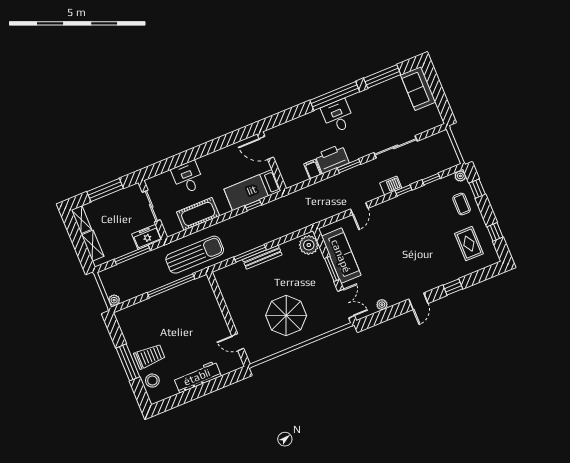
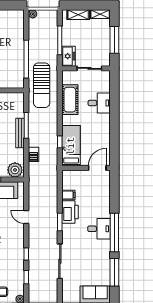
barbecue: (391, 186) -> (34, 154), moved

